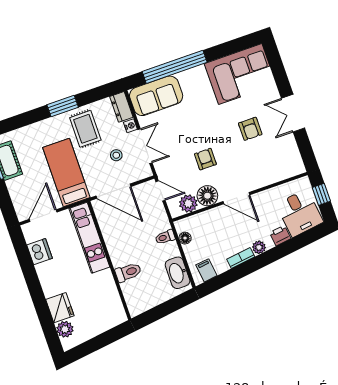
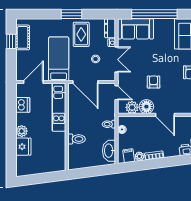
plant: (259, 247) -> (139, 156), moved
plant: (65, 329) -> (22, 131), moved

